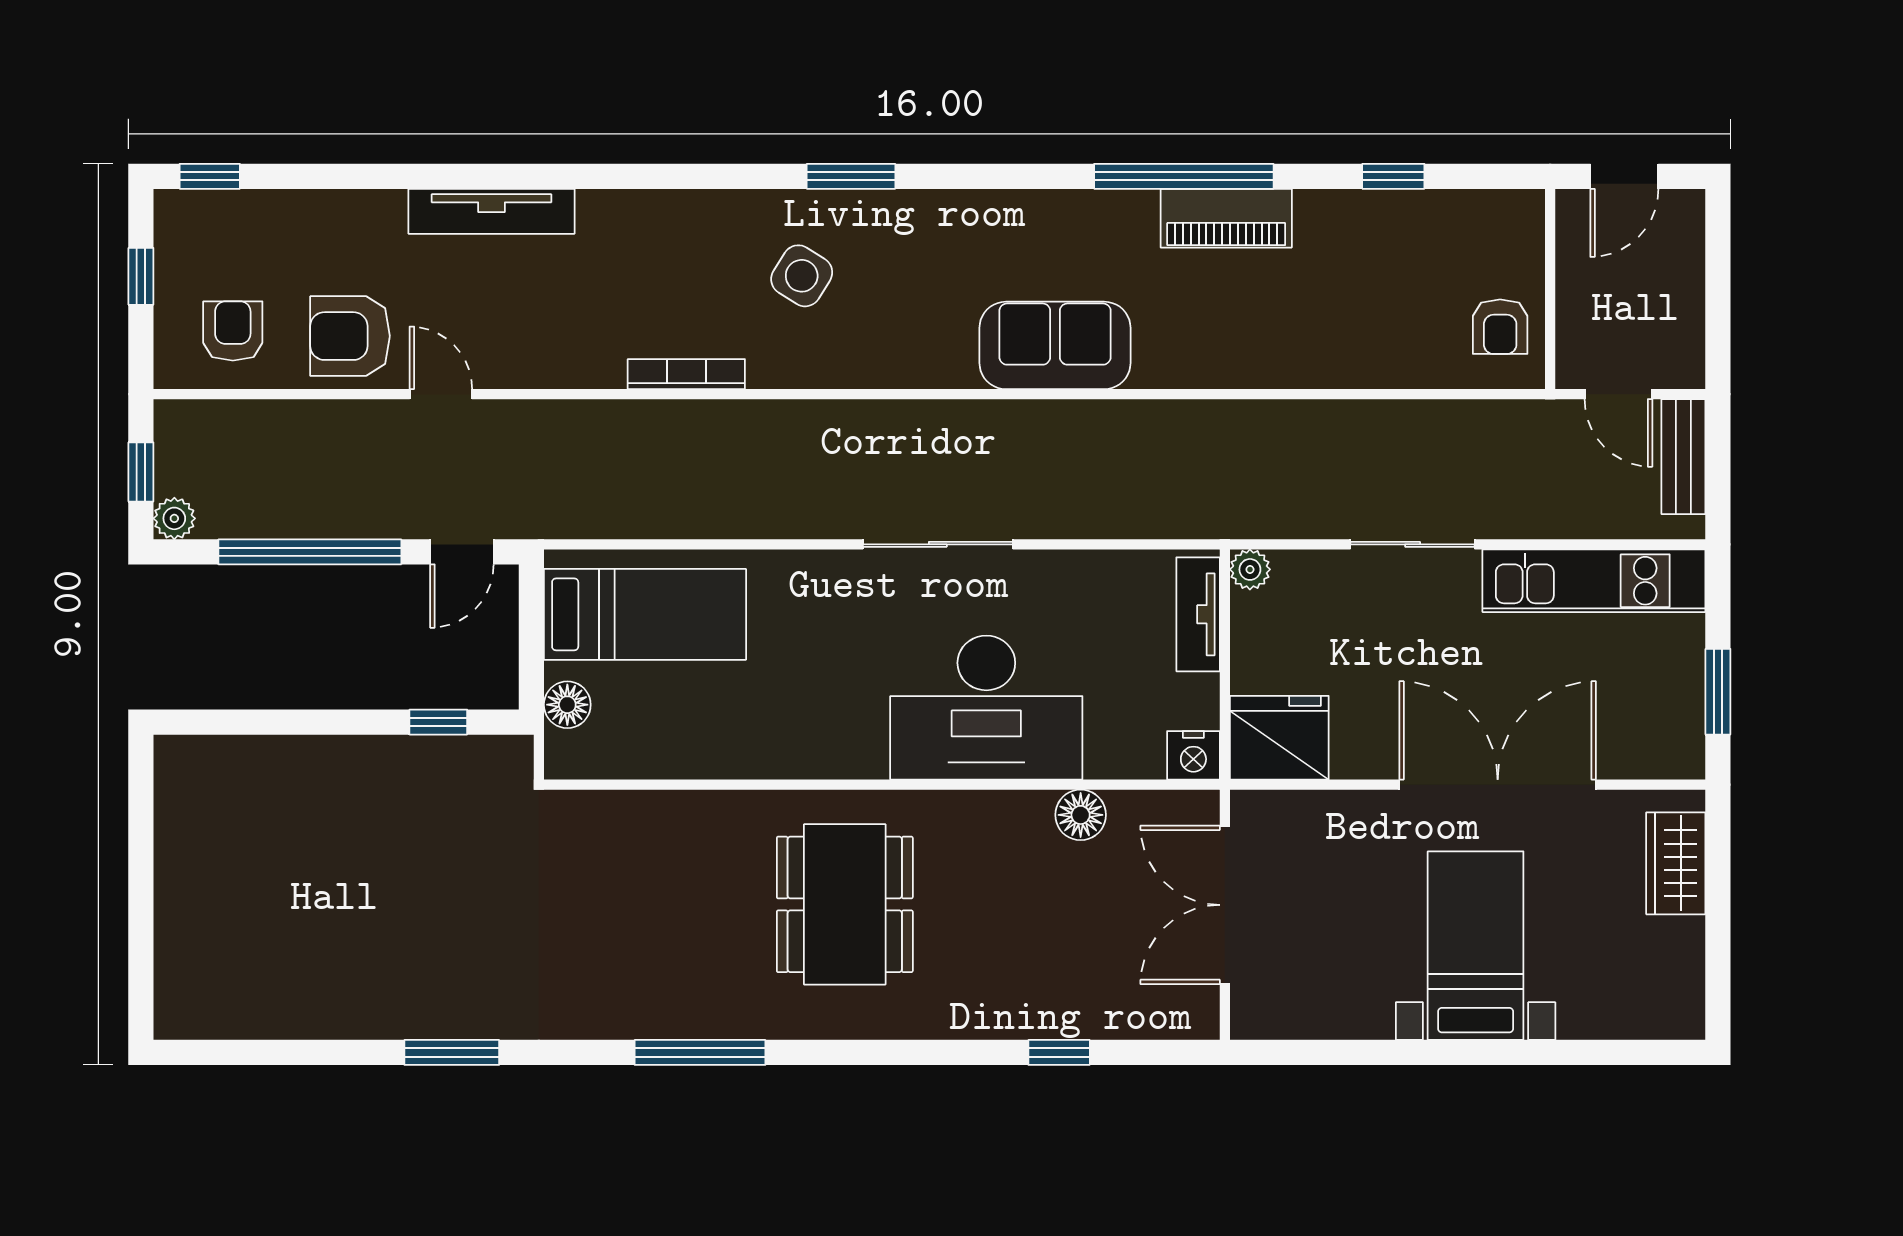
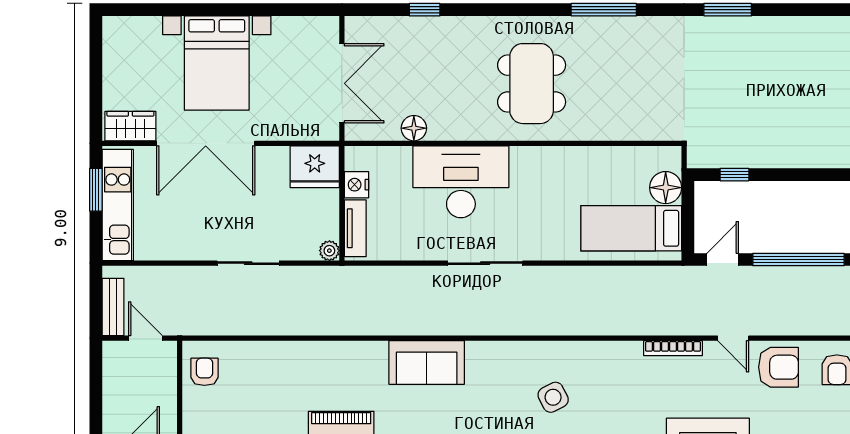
side table: (802, 276) -> (553, 397), turned 31
bookcase: (686, 374) -> (673, 348), moved
kitchen unit: (1594, 581) -> (118, 205), moved, turned 90
floor lamp: (567, 705) -> (666, 188), width x1.38, depth x1.38
nightstand: (1193, 755) -> (357, 185), moved, turned -90
wardrobe: (1676, 863) -> (130, 126), moved, turned -90
bed with nightstands: (1476, 946) -> (217, 63), width x1.36

